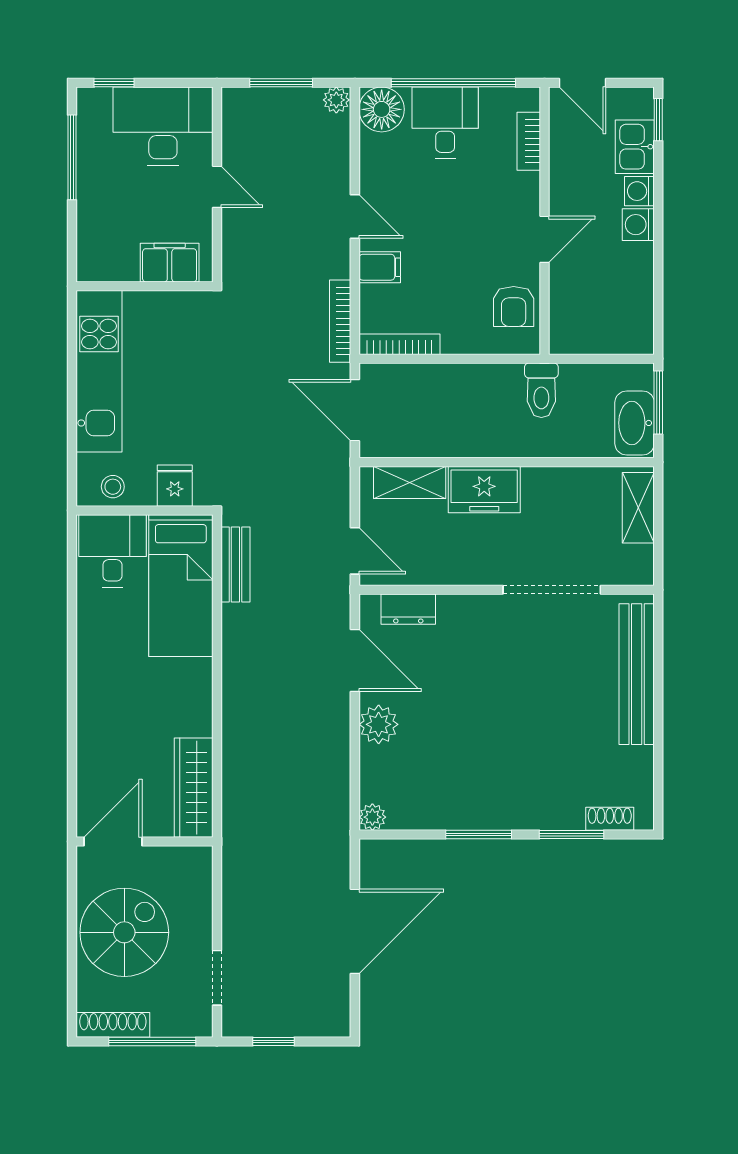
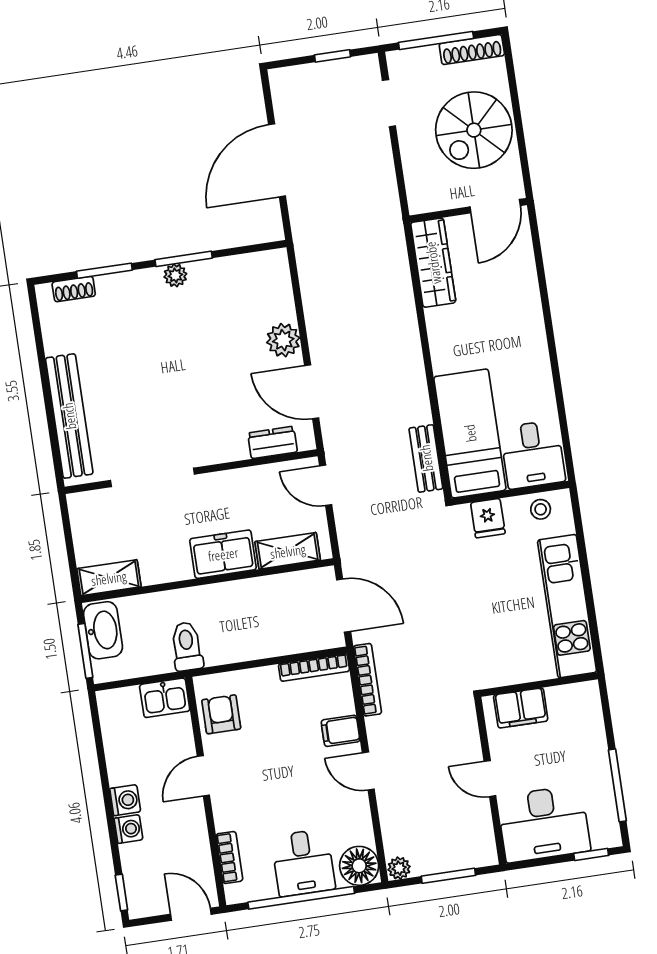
kitchen sink: (635, 147) -> (165, 698), moved, turned 90
shelving: (638, 508) -> (109, 578), moved, turned 90
plant: (372, 817) -> (175, 275), moved

